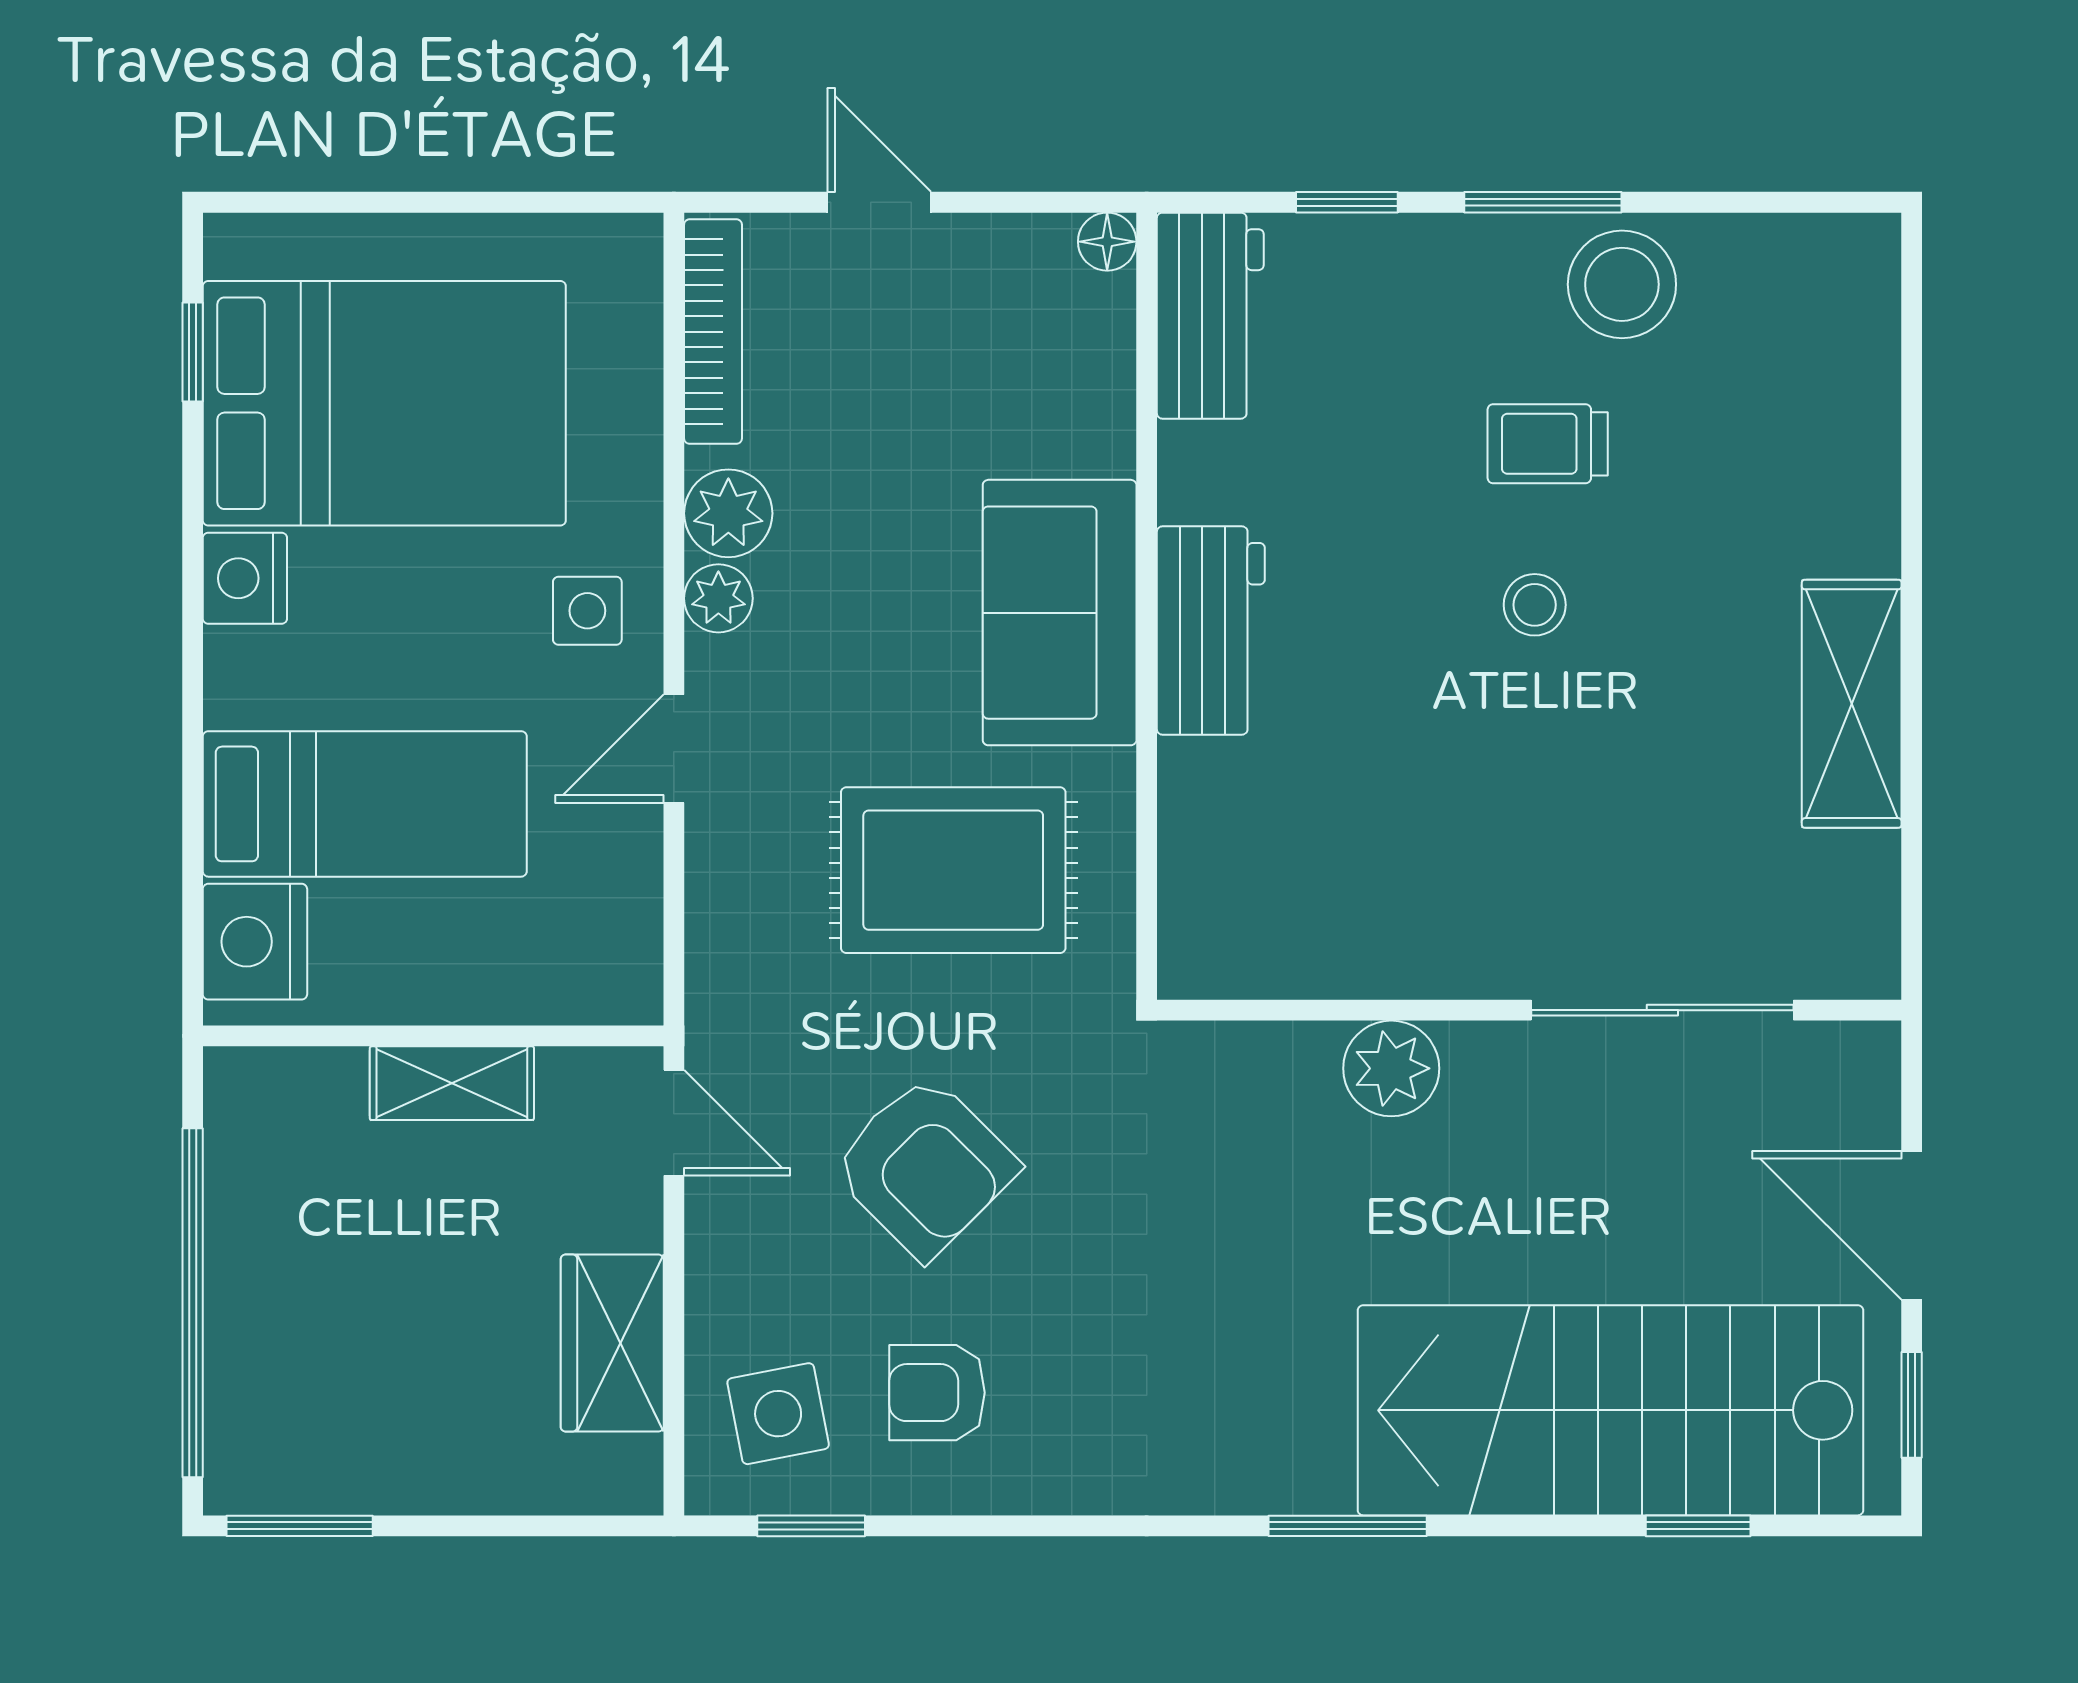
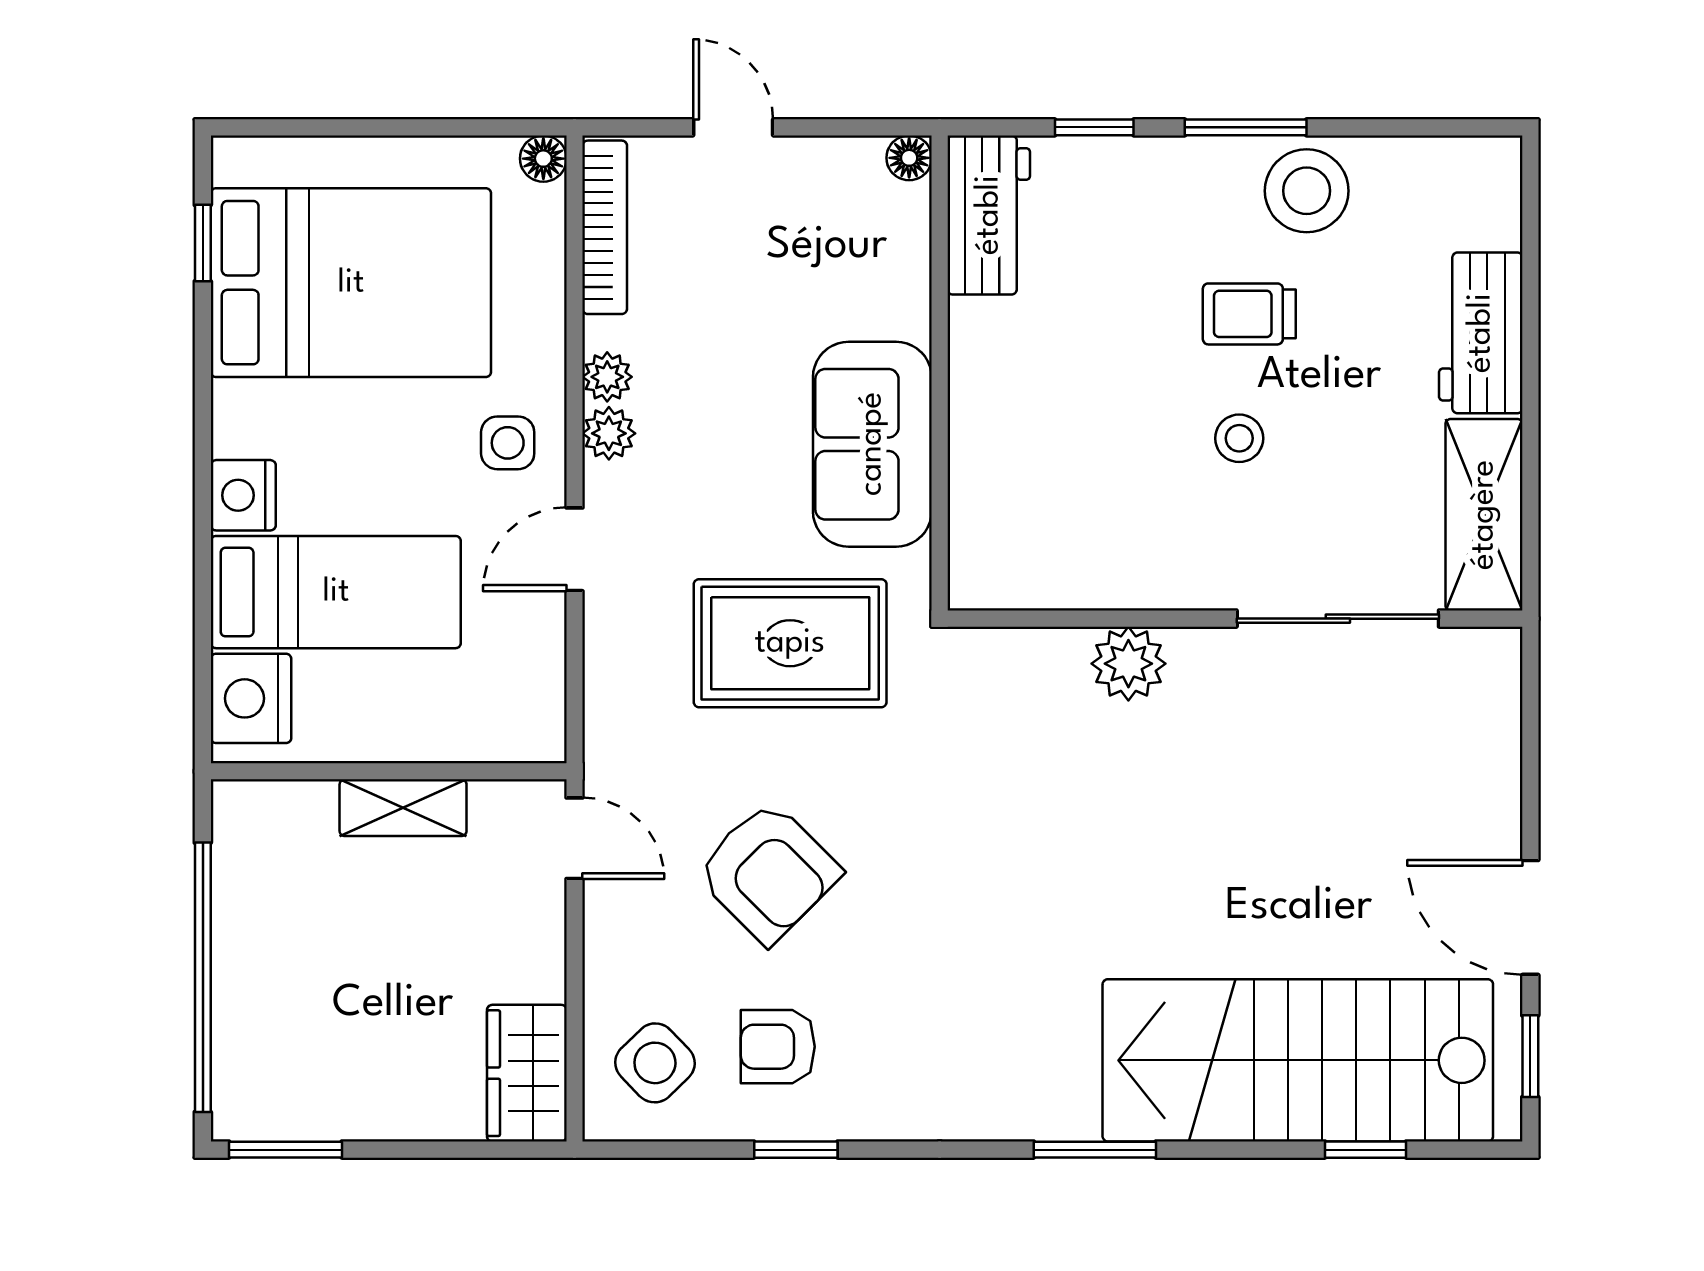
floor lamp: (634, 243) -> (543, 159), added
plant: (728, 513) -> (607, 377), width x0.73, depth x0.73
nightstand: (245, 578) -> (243, 495), moved
workbench: (1211, 631) -> (1481, 333), moved, turned 180
wall: (1529, 1010) -> (1235, 619), moved
sliding door: (1662, 1010) -> (1338, 619), moved
plant: (1391, 1068) -> (1128, 664), moved
wardrobe: (612, 1343) -> (527, 1073), moved
side table: (778, 1414) -> (655, 1063), turned -33
window: (811, 1526) -> (796, 1150), moved

